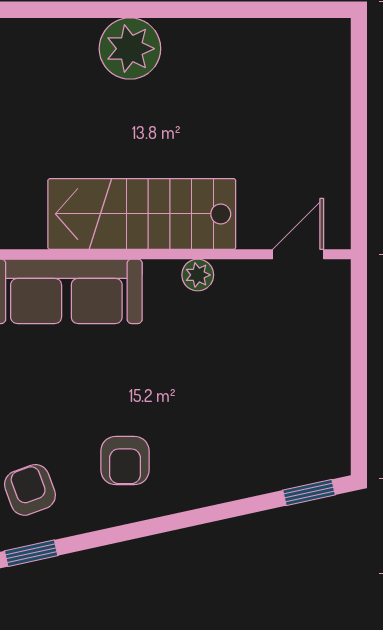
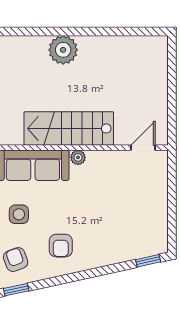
plant: (198, 275) -> (78, 157), moved
side table: (37, 395) -> (19, 214), added

